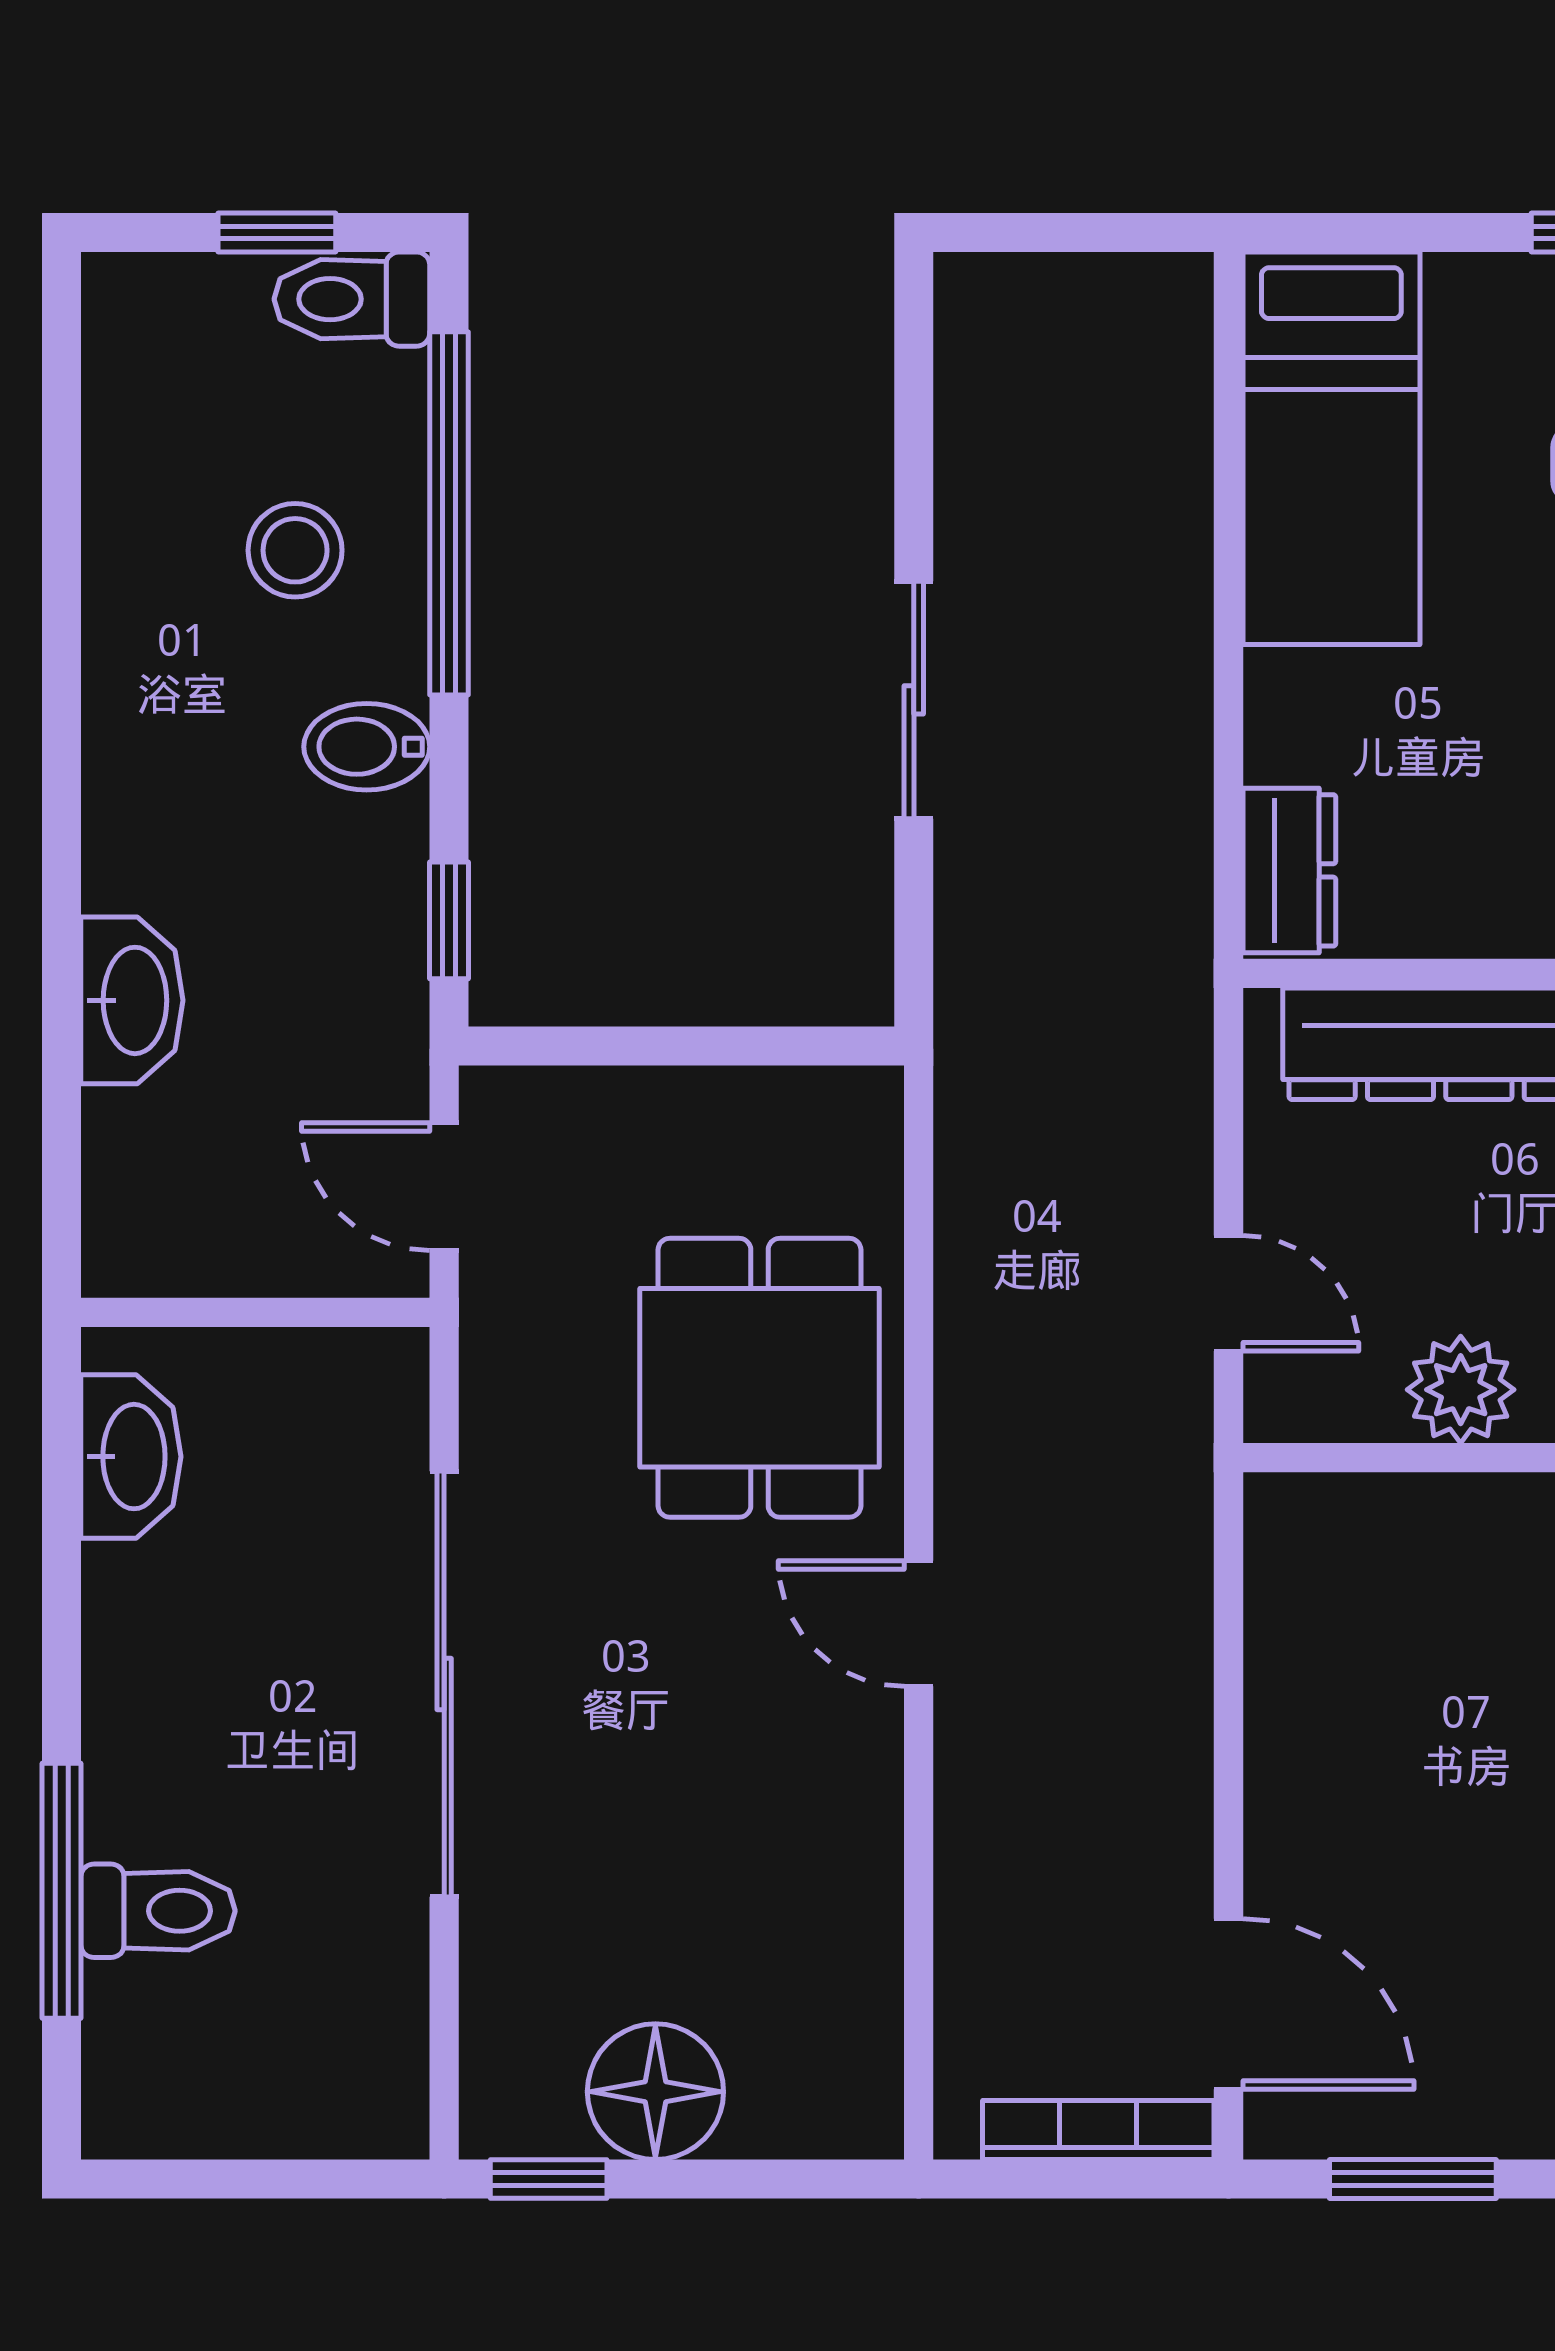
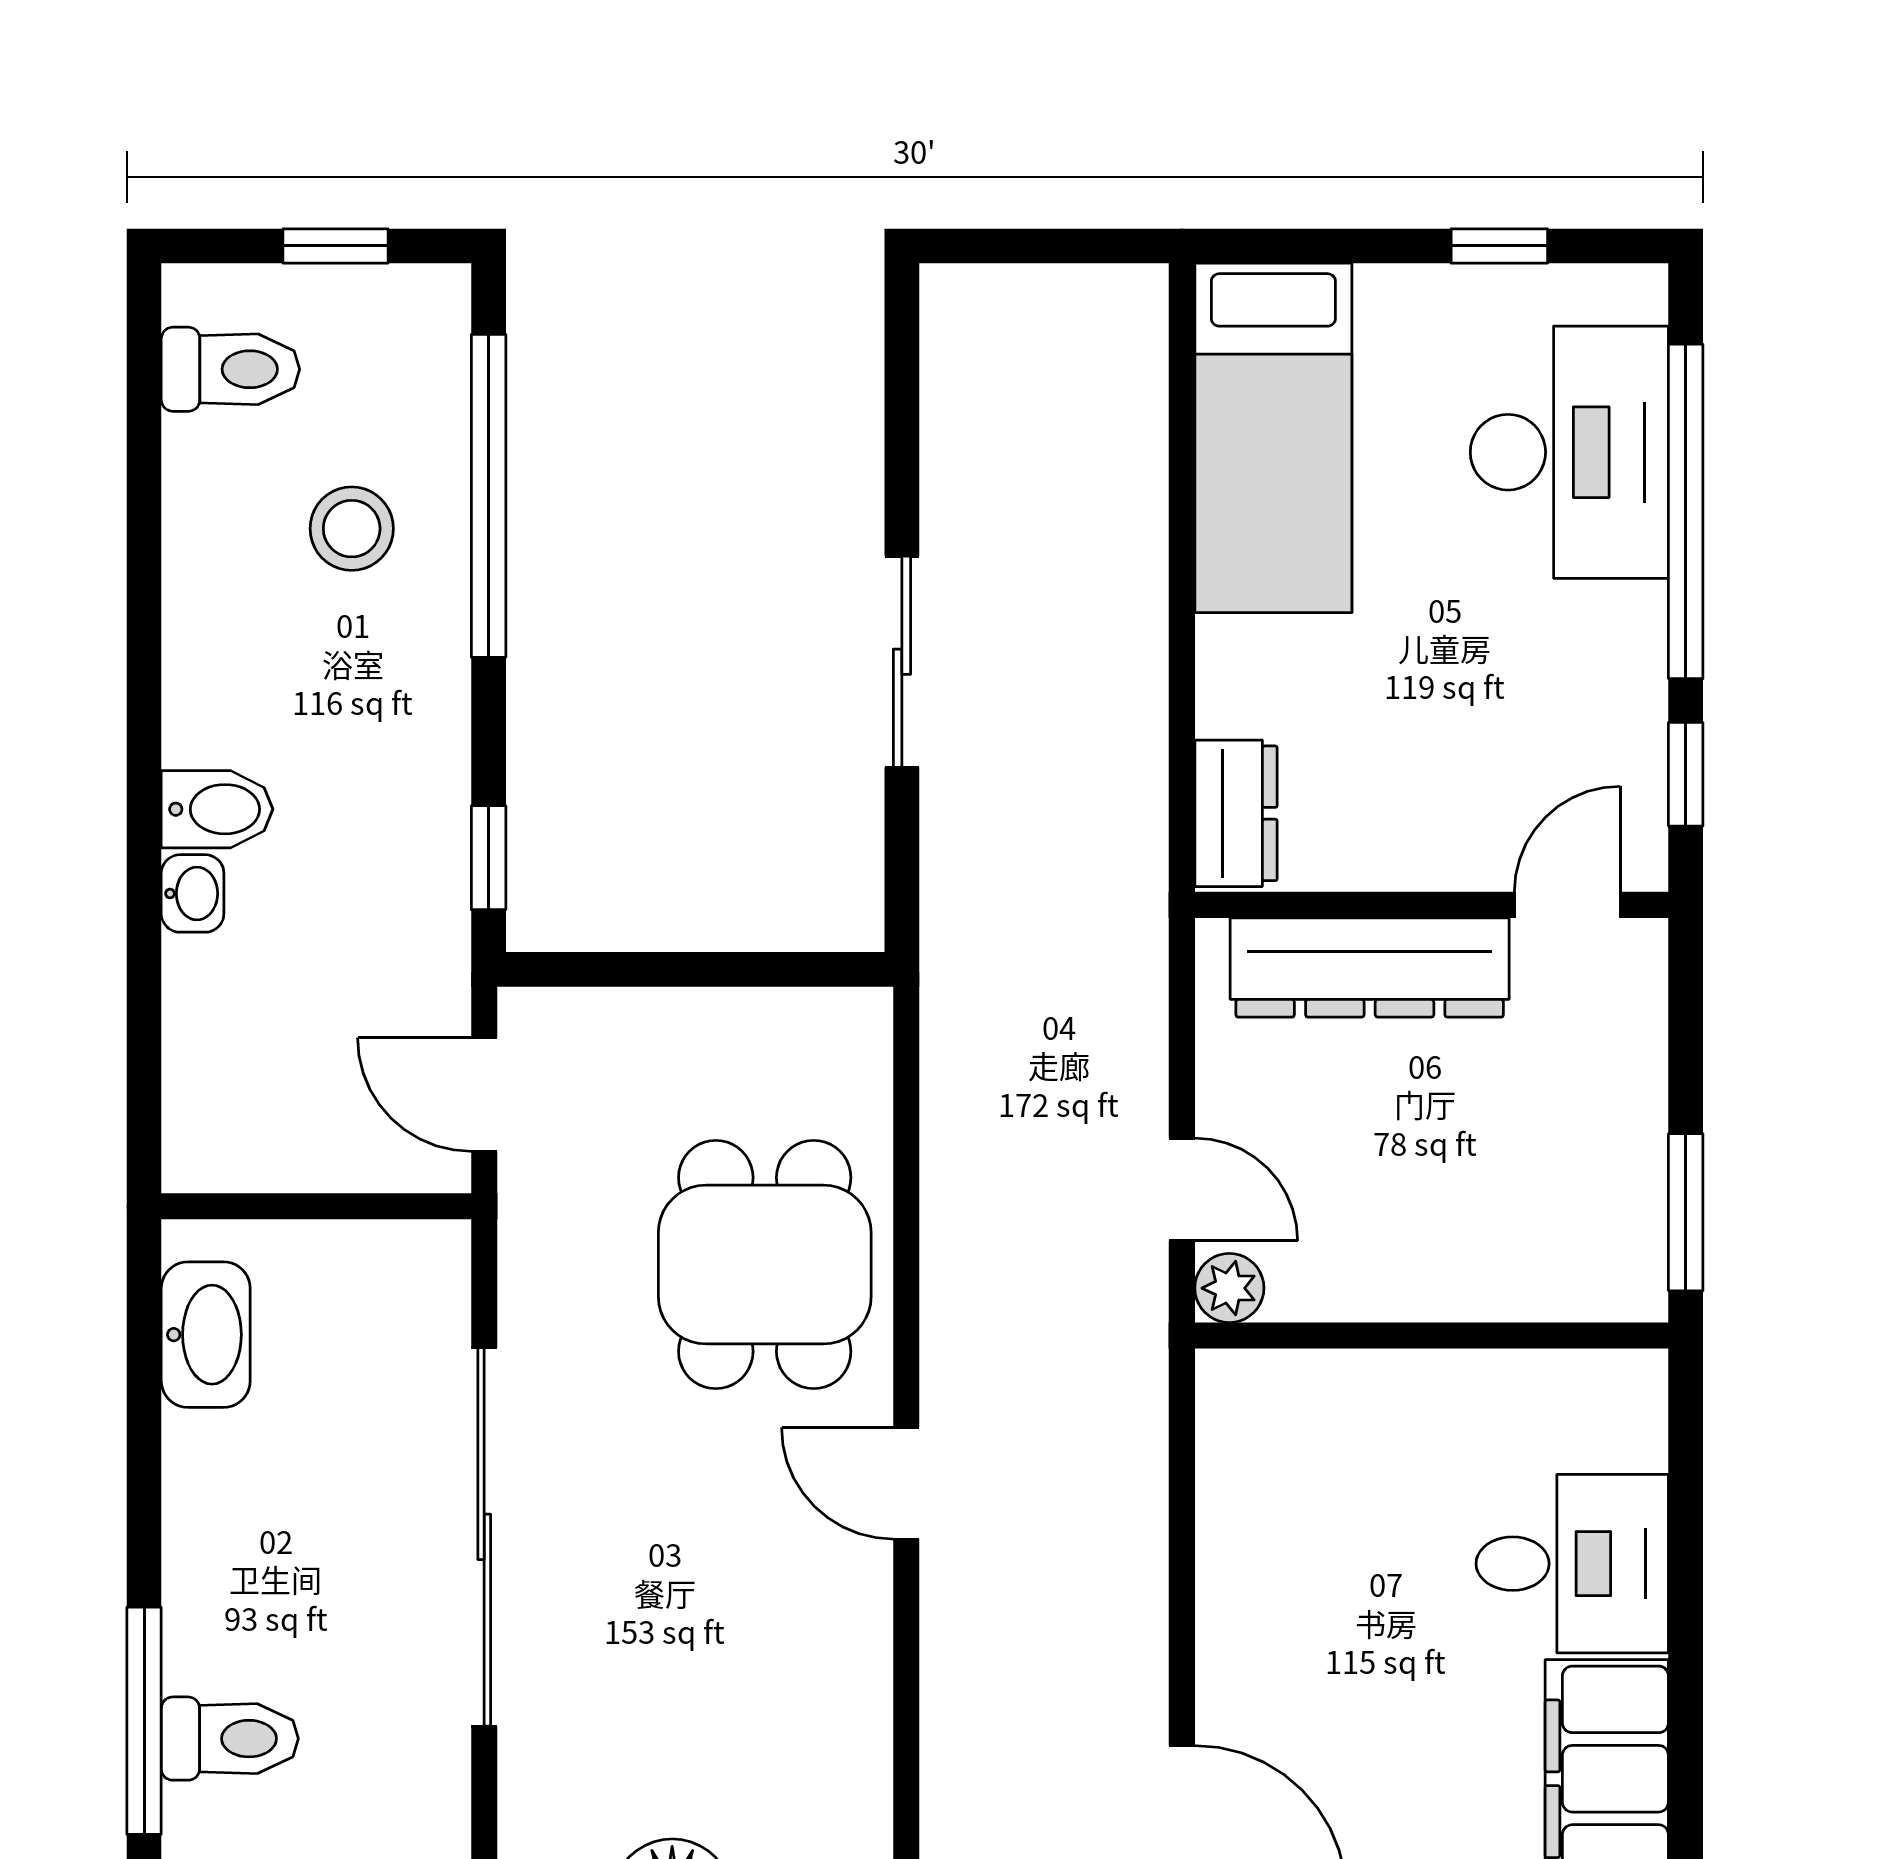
toilet: (352, 299) -> (230, 369), moved, turned 180
bidet: (367, 747) -> (217, 809), moved, turned 180
washbasin: (132, 1000) -> (193, 893), width x0.52, depth x0.69
plant: (1461, 1390) -> (1229, 1288), moved, width x0.73, depth x0.73

